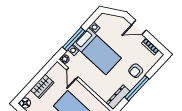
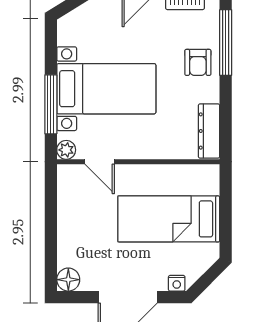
wardrobe: (42, 86) -> (71, 227), removed
window: (137, 88) -> (226, 43), moved

